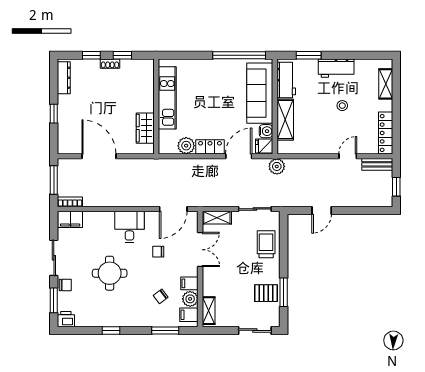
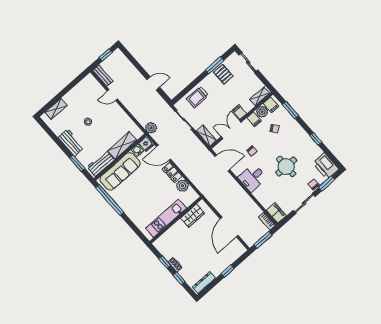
locker: (386, 133) -> (82, 86), removed
filing cabinet: (211, 275) -> (239, 112), added
printer: (66, 319) -> (326, 166), width x1.87, depth x1.48

